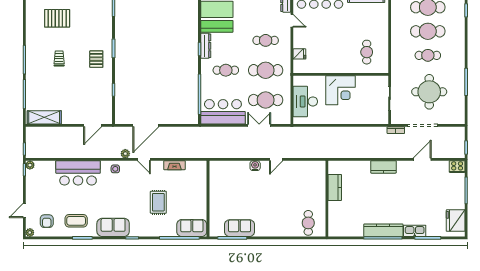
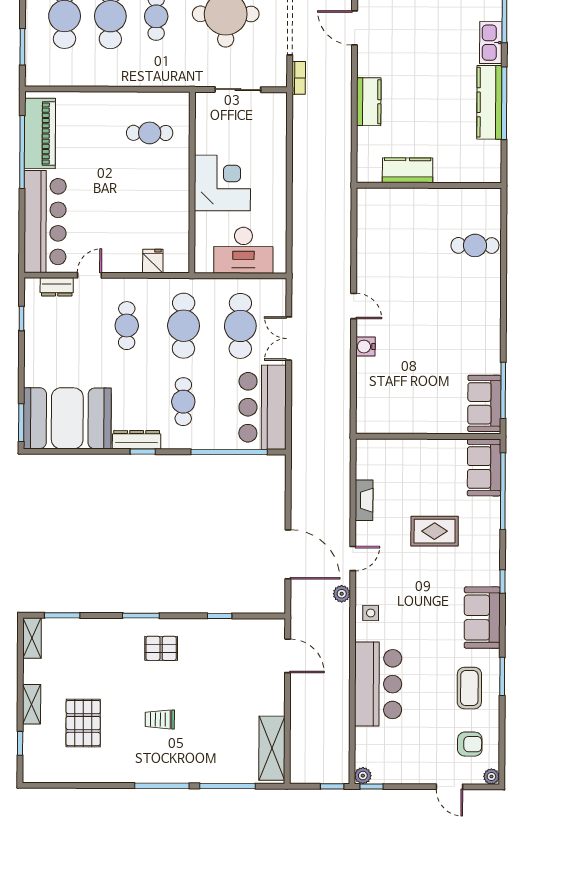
kitchen counter: (335, 187) -> (408, 170), moved
wall: (327, 199) -> (429, 185), moved
sofa: (240, 228) -> (484, 403), moved

